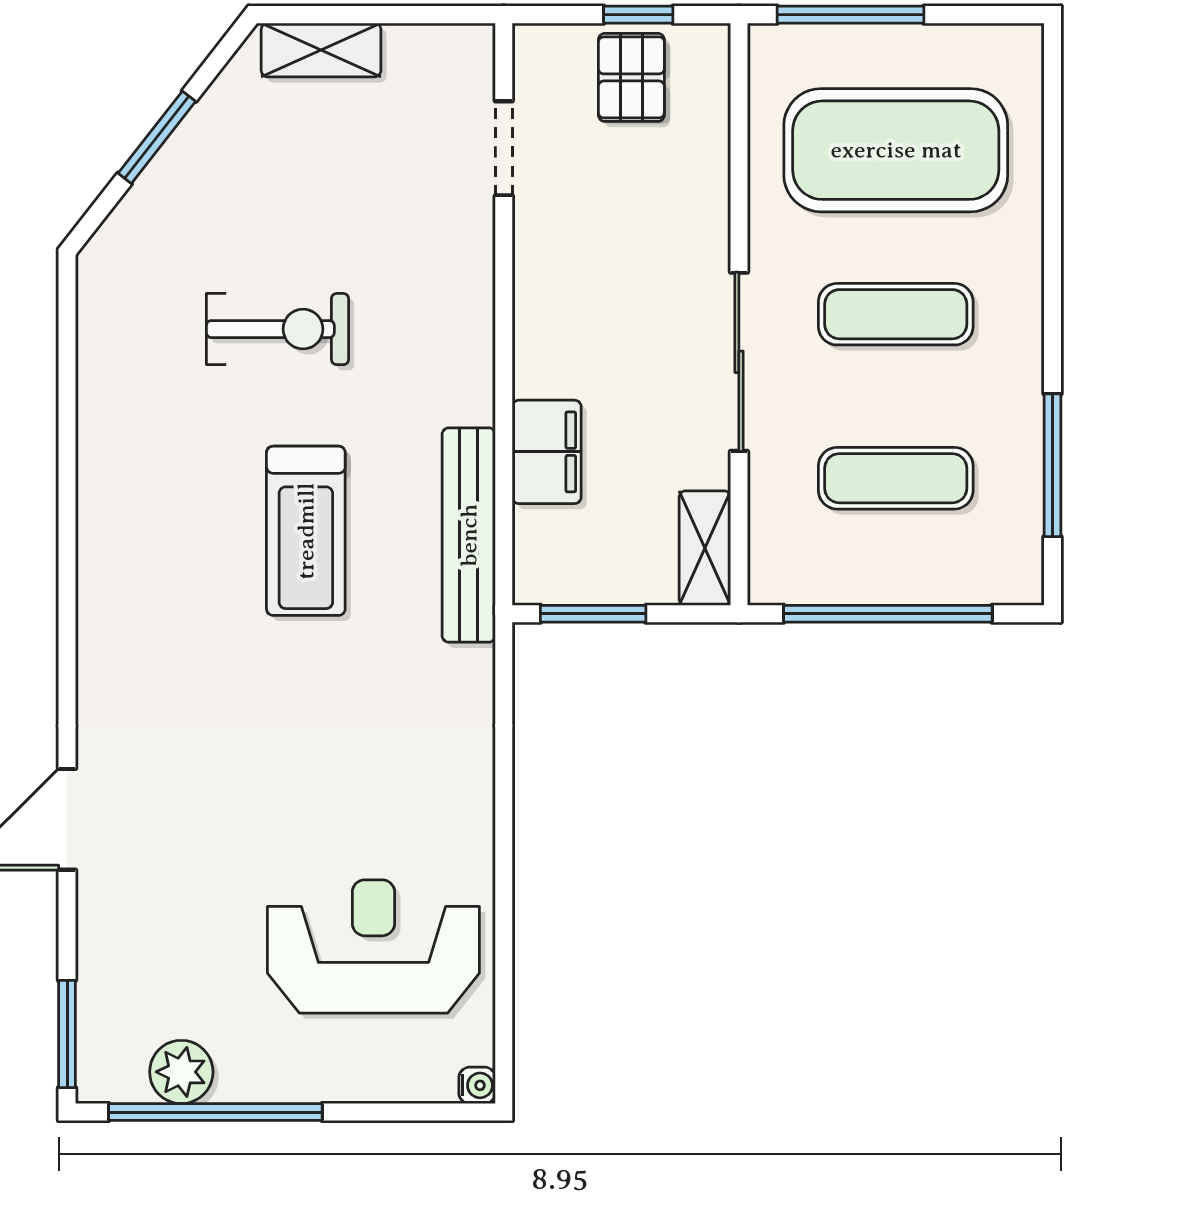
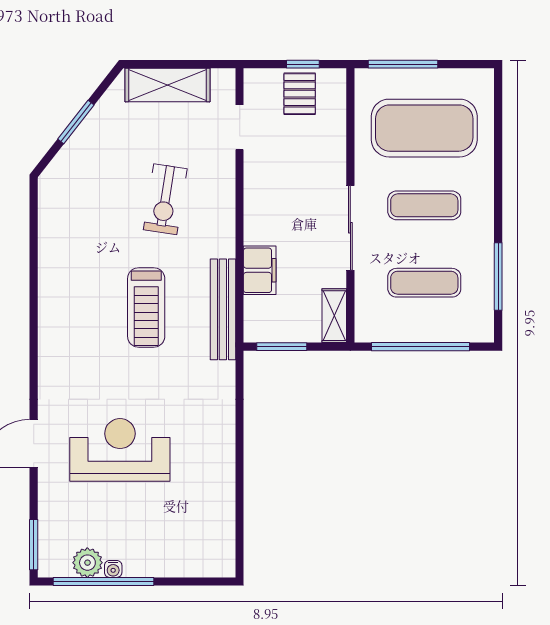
shelving: (321, 50) -> (167, 85), width x1.50, depth x1.33
exercise bike: (277, 329) -> (165, 199), moved, turned 99
reception desk: (373, 946) -> (120, 450), moved
water cooler: (477, 1085) -> (113, 569), moved, turned 90

